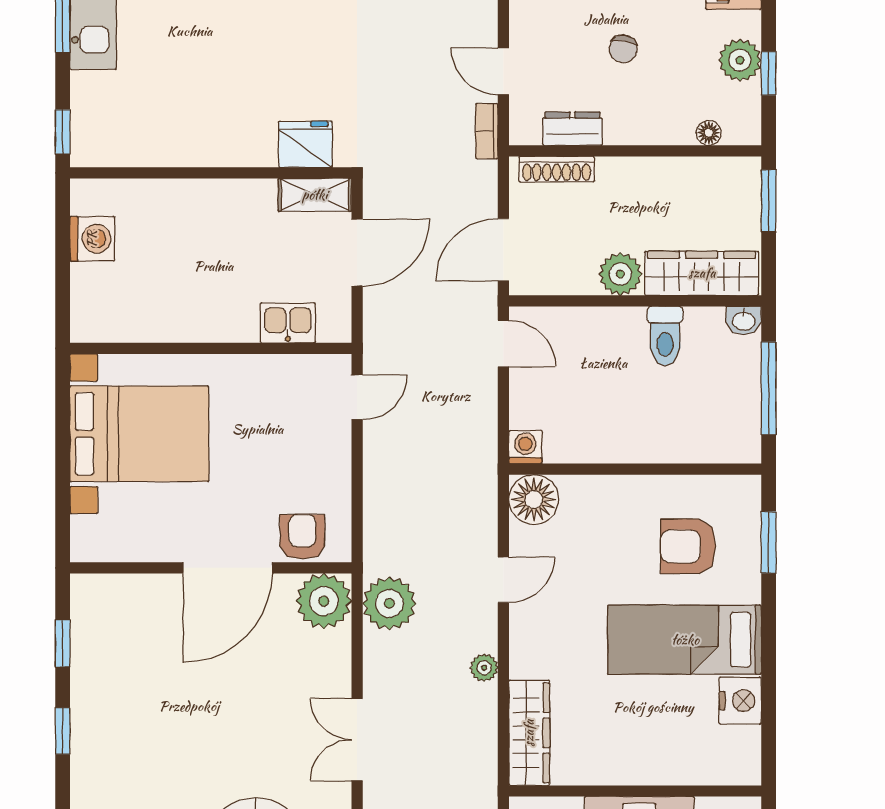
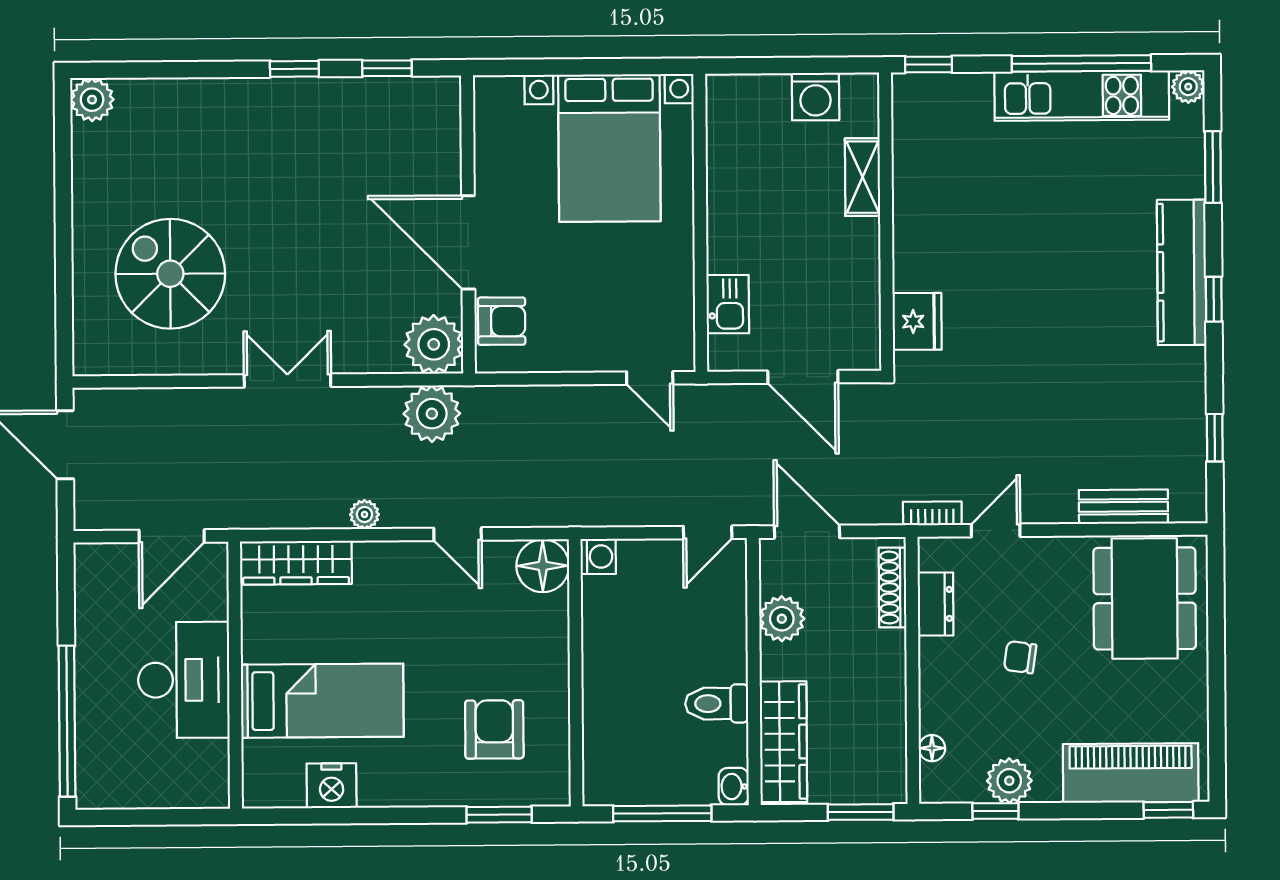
shelving: (315, 195) -> (863, 177), moved
plant: (620, 274) -> (782, 619), moved
bed: (685, 640) -> (322, 701), moved, turned 90

